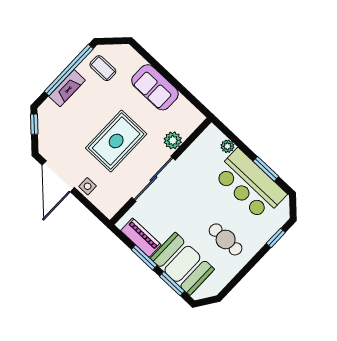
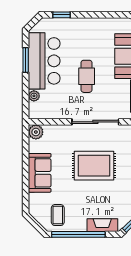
fireplace: (67, 88) -> (102, 225), moved
plant: (173, 140) -> (36, 132), moved
cafe table: (226, 239) -> (87, 76), moved

